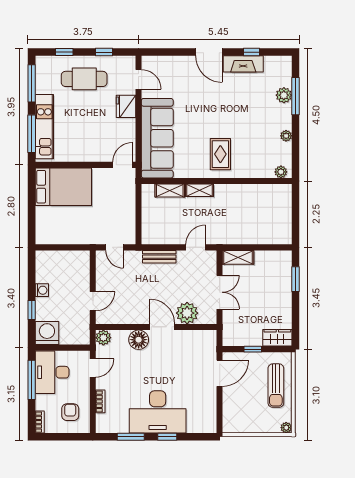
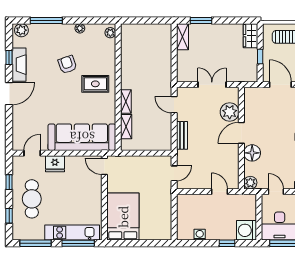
plant: (284, 95) -> (21, 30), moved
armchair: (243, 121) -> (67, 64), added
shelving: (238, 257) -> (182, 37), moved
washing machine: (42, 290) -> (200, 235), moved

